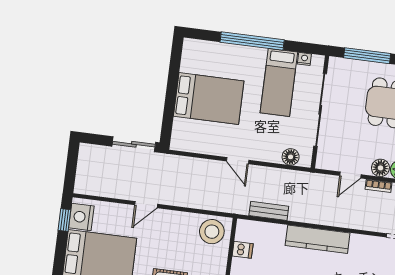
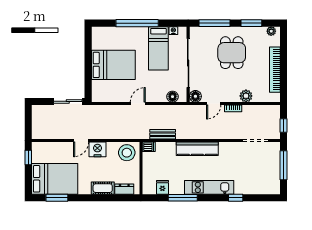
door: (238, 161) -> (138, 104), swing flipped
floor lamp: (380, 168) -> (195, 96), moved
nightstand: (81, 217) -> (97, 149), moved, turned 90
dishwasher: (243, 250) -> (149, 147), moved

